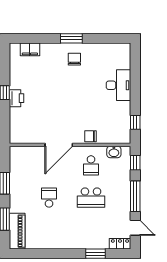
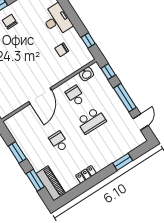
chair: (90, 136) -> (62, 50), moved
school desk: (91, 165) -> (75, 96), turned 180
door: (135, 228) -> (141, 122), hinge flipped
locker: (120, 244) -> (86, 174), moved

